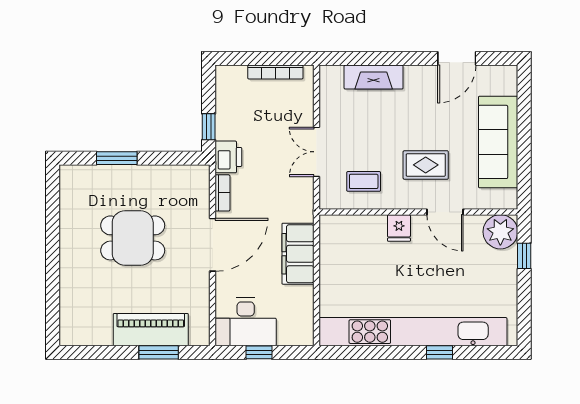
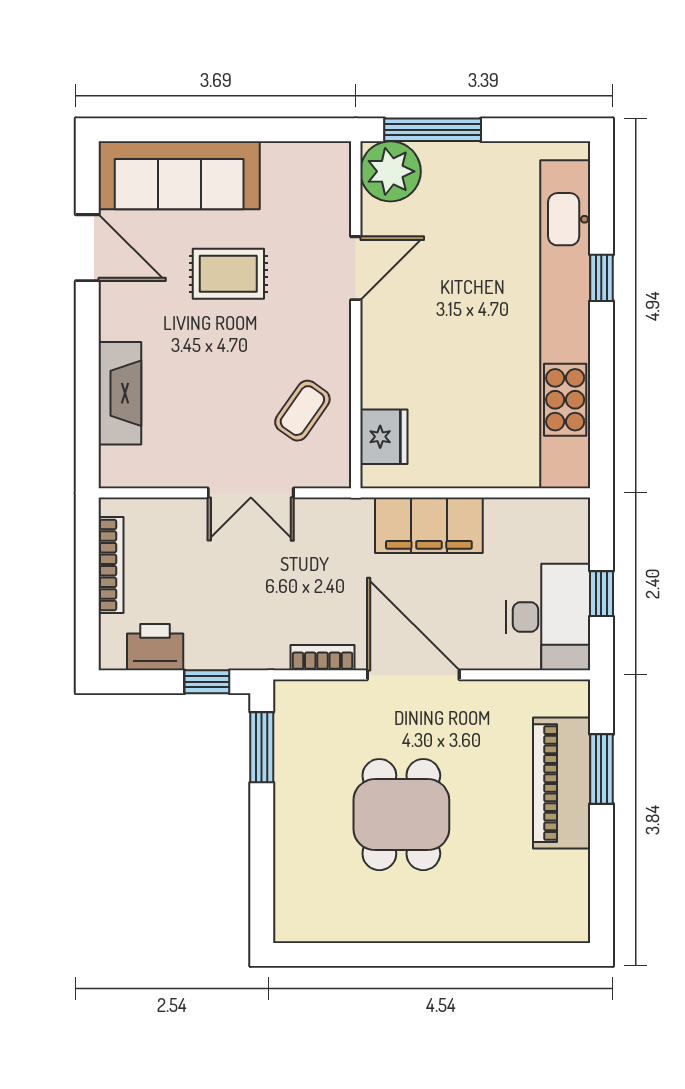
sofa: (498, 142) -> (179, 175), moved
printer: (228, 157) -> (155, 647), moved
window: (117, 158) -> (262, 747), moved
rug: (426, 165) -> (228, 274), moved, turned 90
coffee table: (364, 181) -> (302, 411), turned 35
fridge: (399, 228) -> (384, 437), moved, width x1.38
window: (524, 256) -> (433, 130), width x2.17

